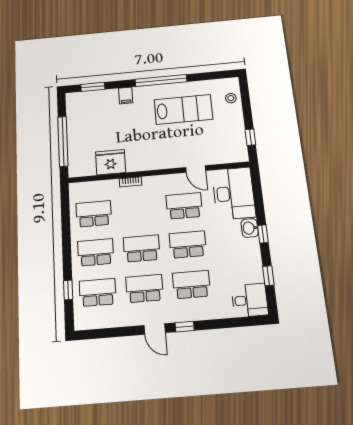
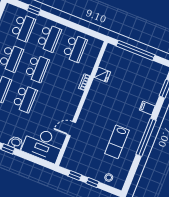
lab bench: (183, 109) -> (117, 142), width x0.73, depth x0.72
window: (247, 113) -> (92, 183), added
fridge: (111, 162) -> (102, 75), width x0.53, depth x0.75
school desk: (184, 206) -> (51, 109), removed

